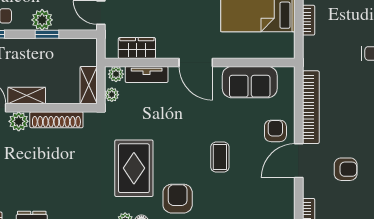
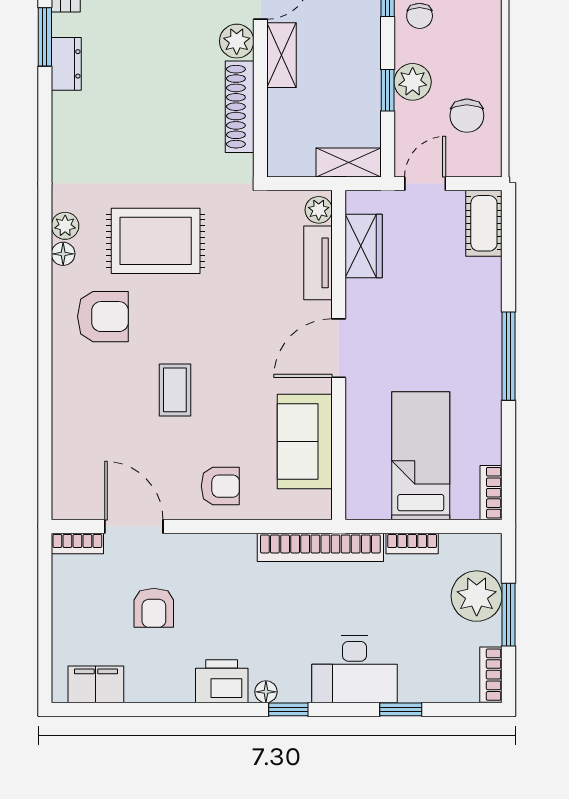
shelving: (89, 85) -> (349, 162), moved
plant: (112, 95) -> (283, 202), removed
bookcase: (311, 107) -> (320, 547), moved
coffee table: (220, 157) -> (175, 390), turned 90
door: (299, 161) -> (134, 527), moved

